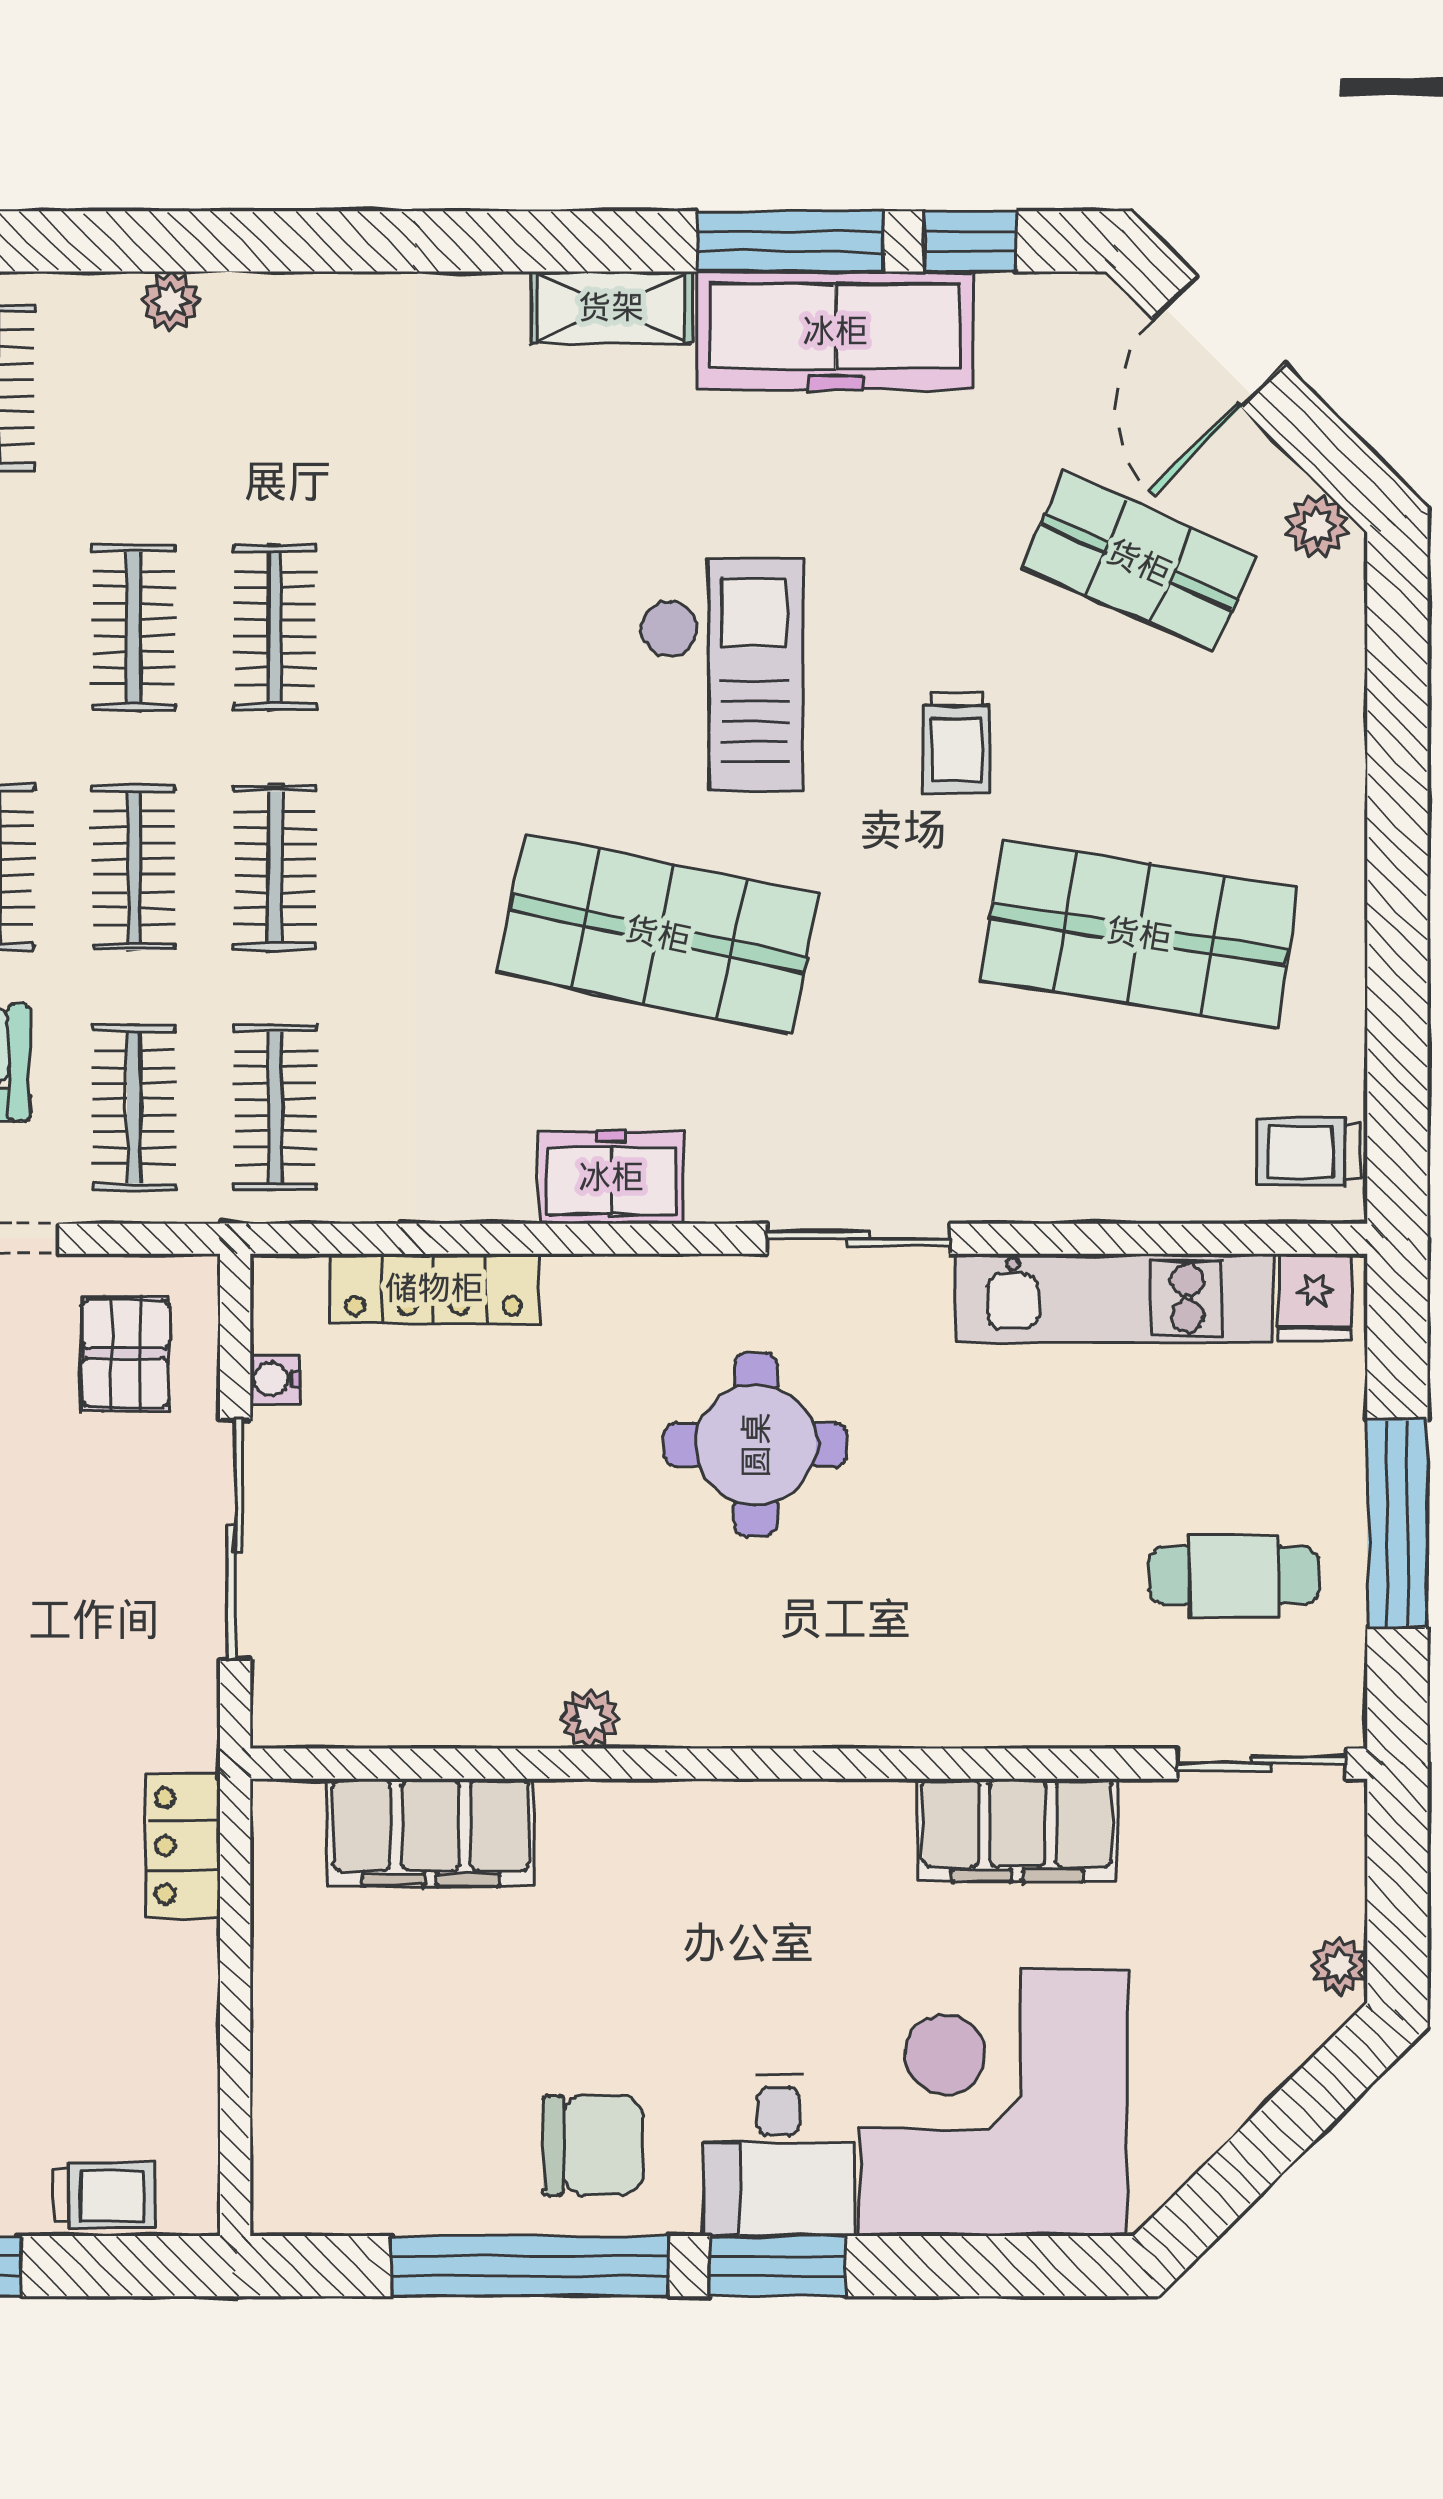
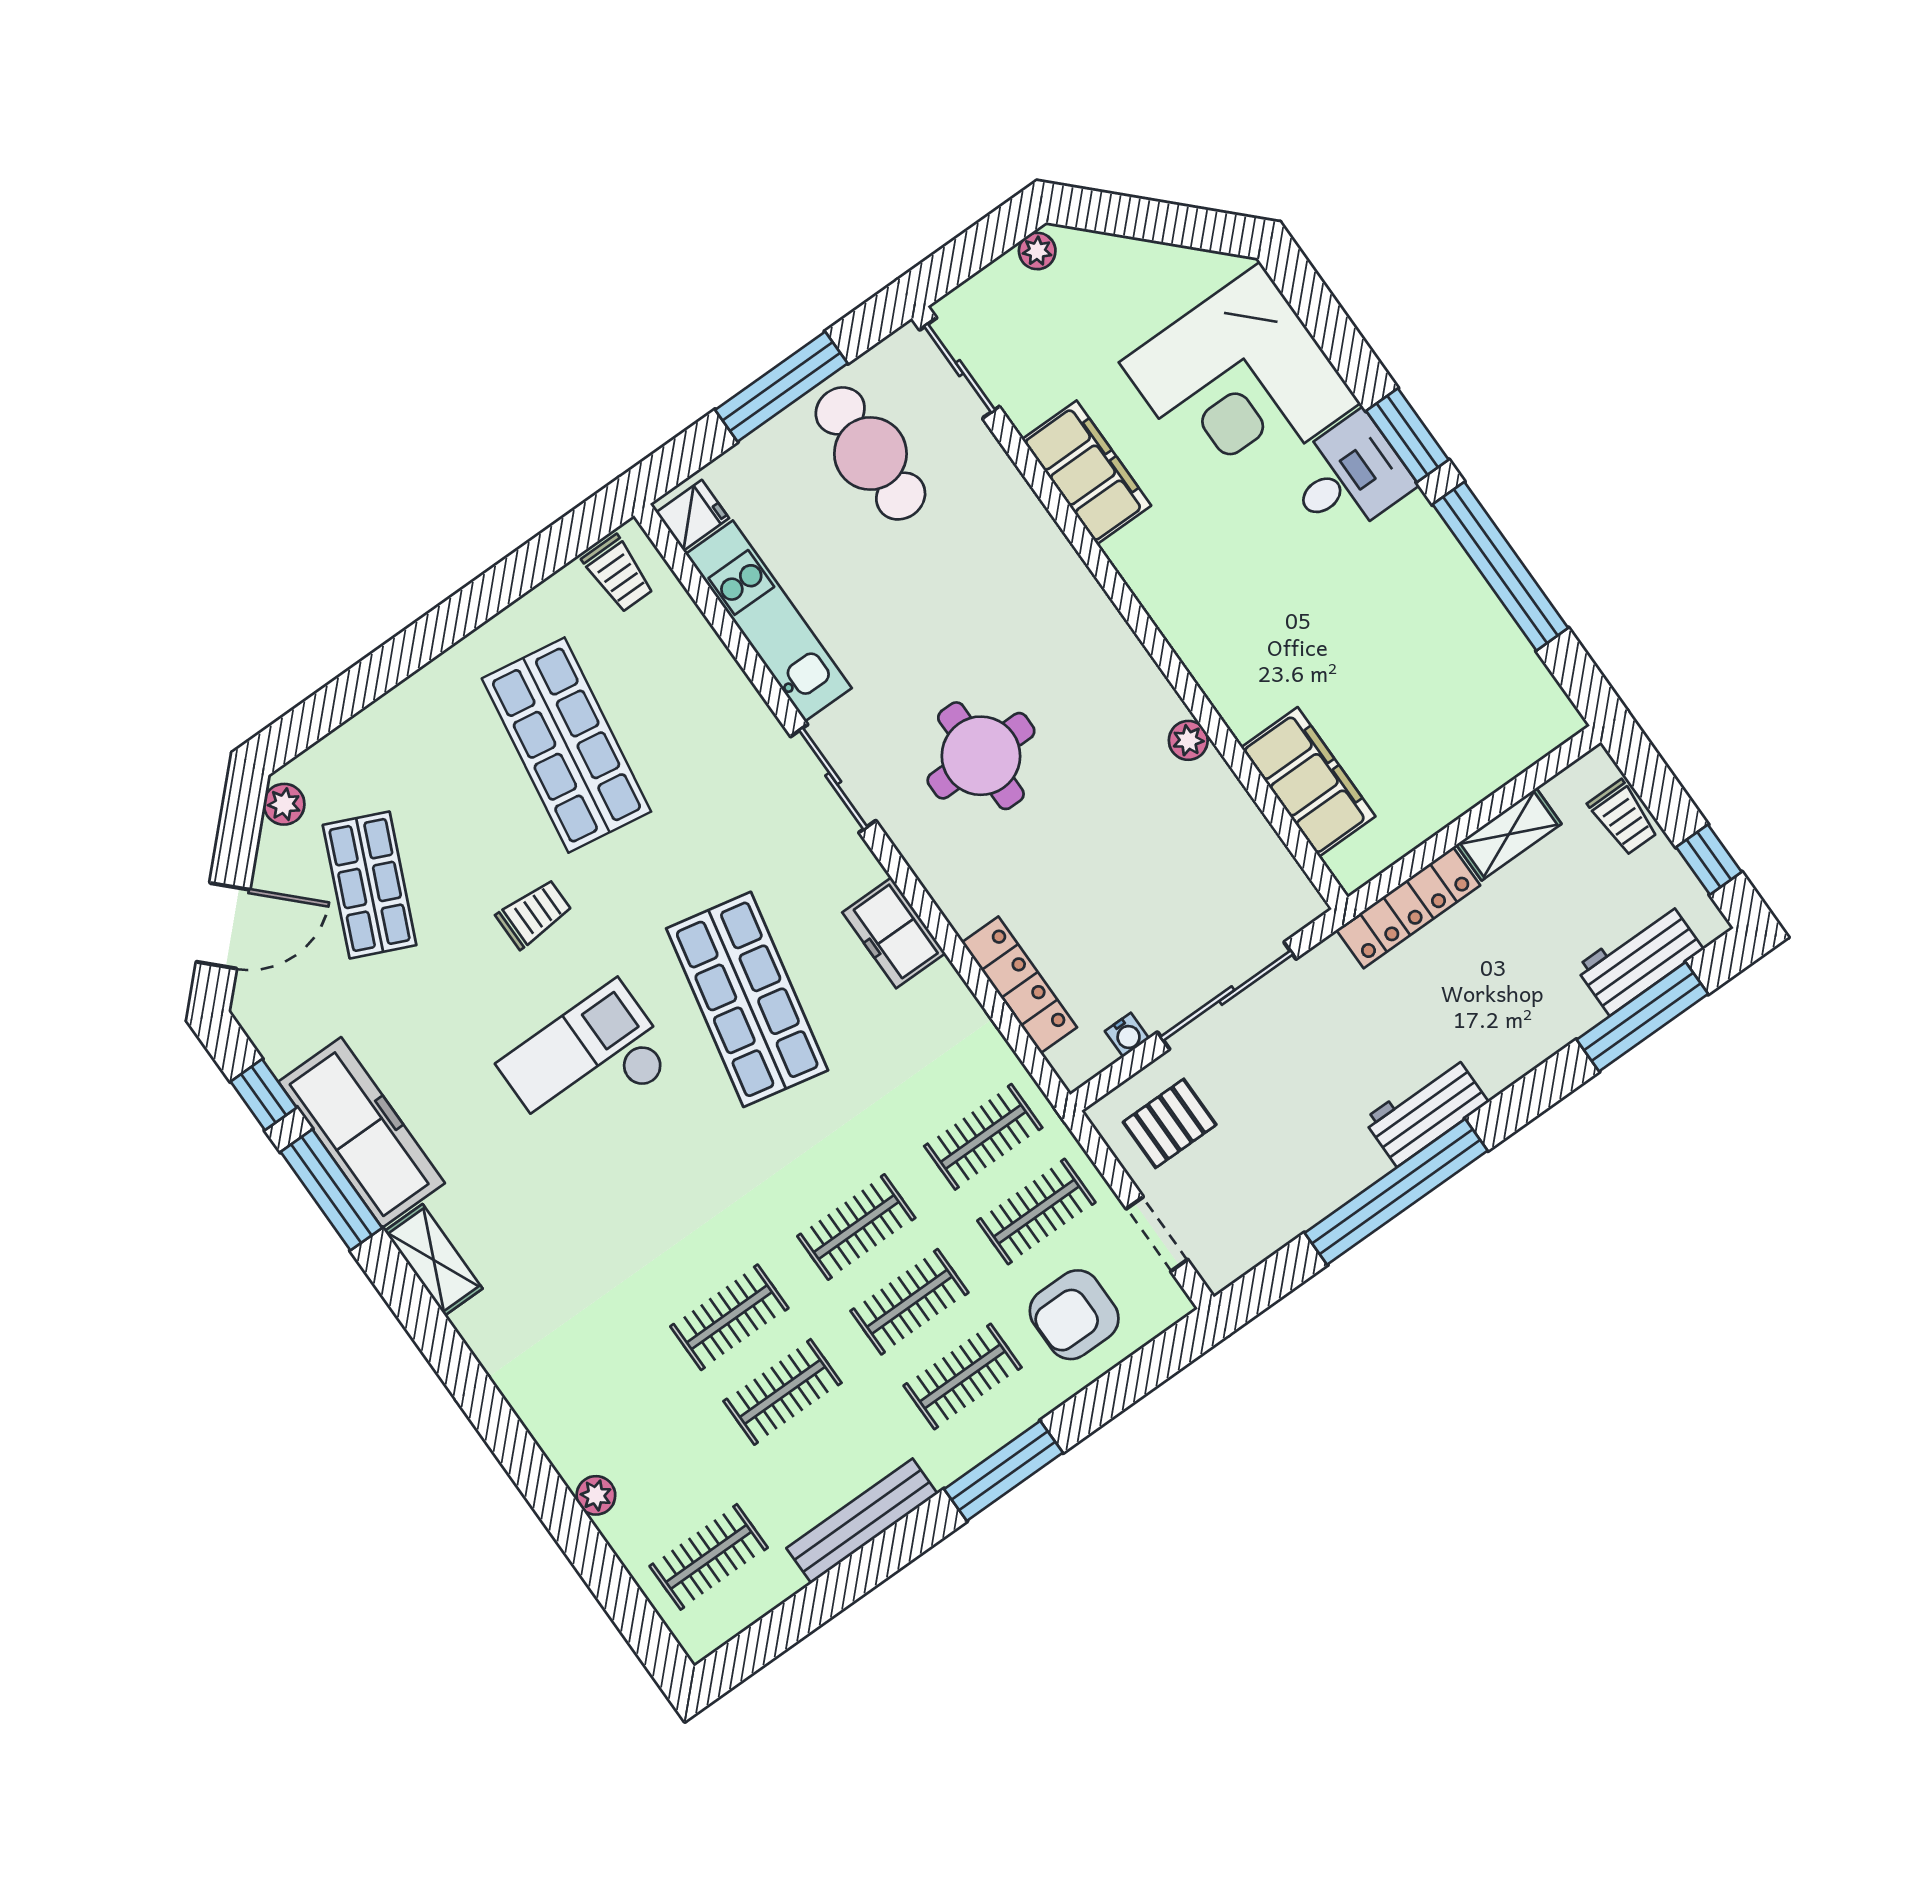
cafe table: (1234, 1576) -> (870, 453), width x1.37, depth x1.35
locker: (184, 1846) -> (1408, 908), width x1.53
shelving: (186, 2038) -> (1509, 834), added
chair: (593, 2145) -> (1413, 578), removed
trolley: (105, 2196) -> (1623, 818), turned 180

